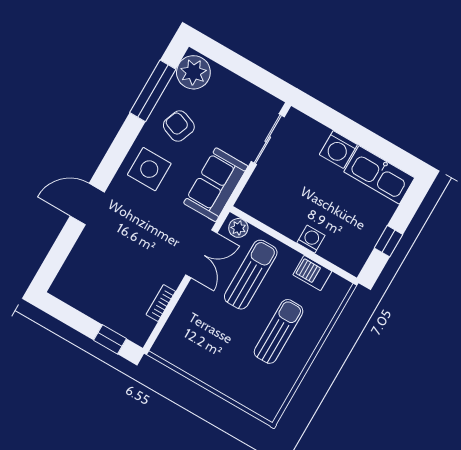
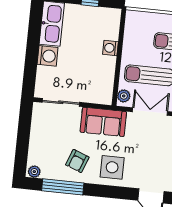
plant: (193, 72) -> (34, 172), width x0.53, depth x0.53
barbecue: (312, 273) -> (131, 38), removed

